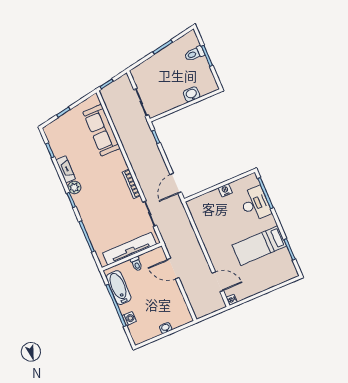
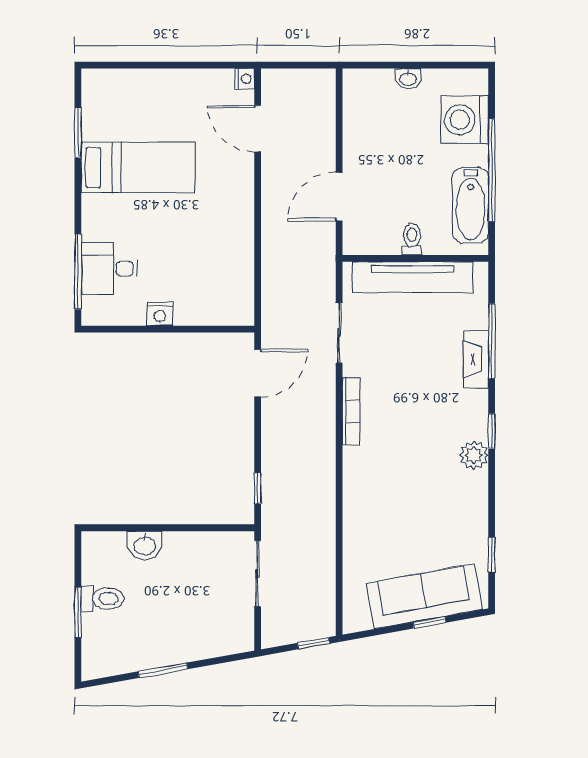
toilet: (194, 54) -> (102, 599), moved
sofa: (101, 130) -> (424, 596), moved, turned -100
fireplace: (66, 169) -> (476, 359), moved
desk: (255, 204) -> (109, 269), width x0.73
door: (173, 269) -> (339, 197), swing flipped
washing machine: (129, 319) -> (465, 120), width x1.89, depth x1.89

